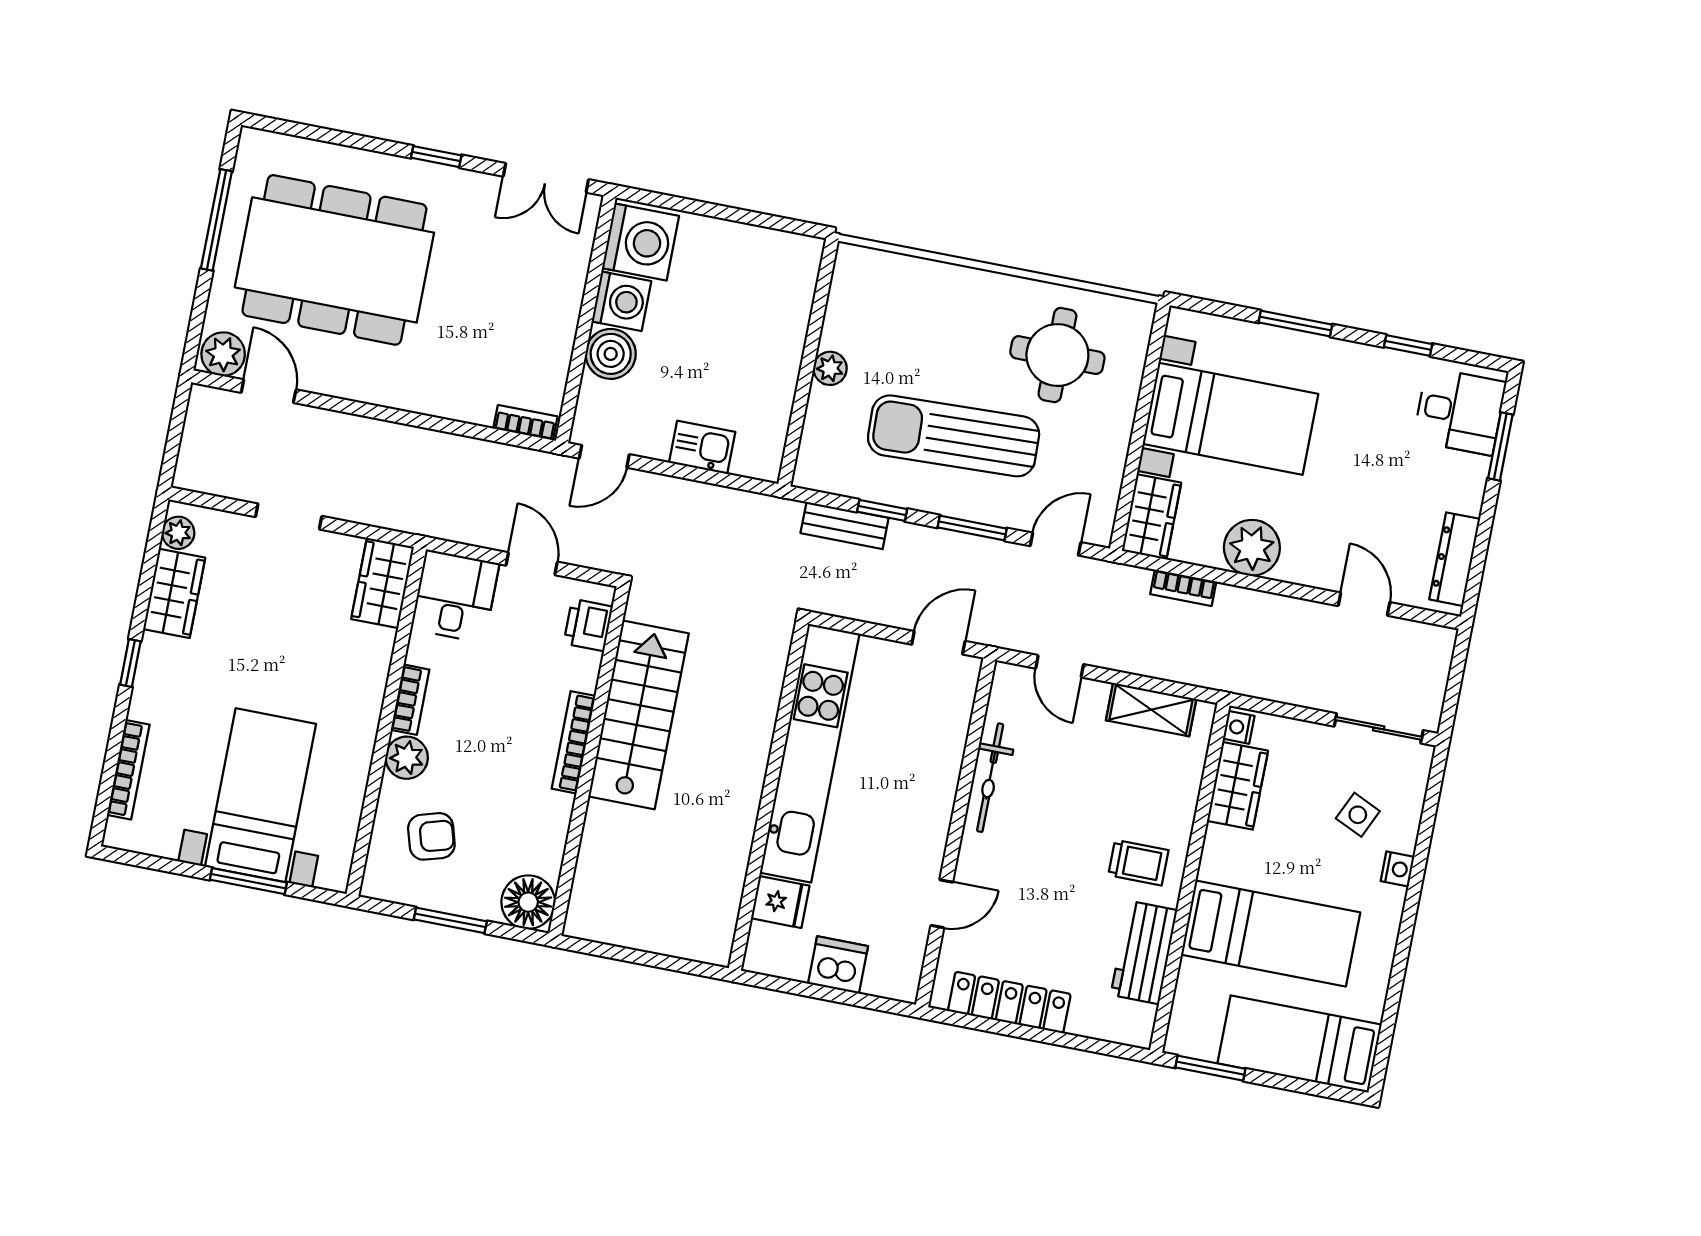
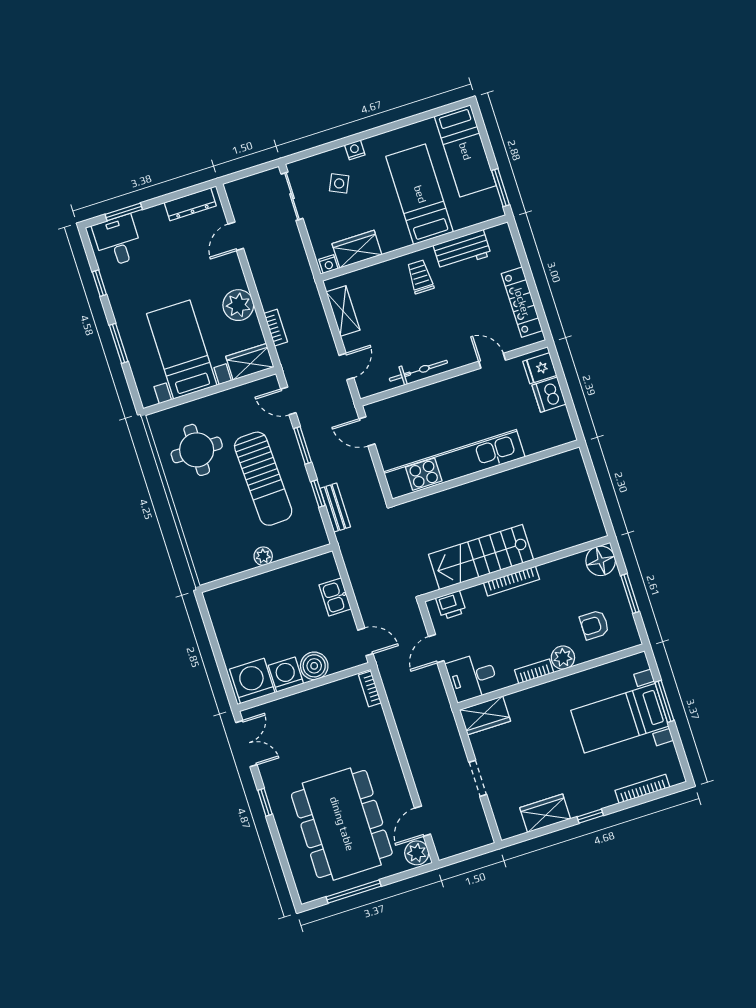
plant: (178, 533) -> (515, 827), removed
armchair: (431, 836) -> (594, 625), turned -74
fridge: (780, 902) -> (540, 368), moved, turned -90

